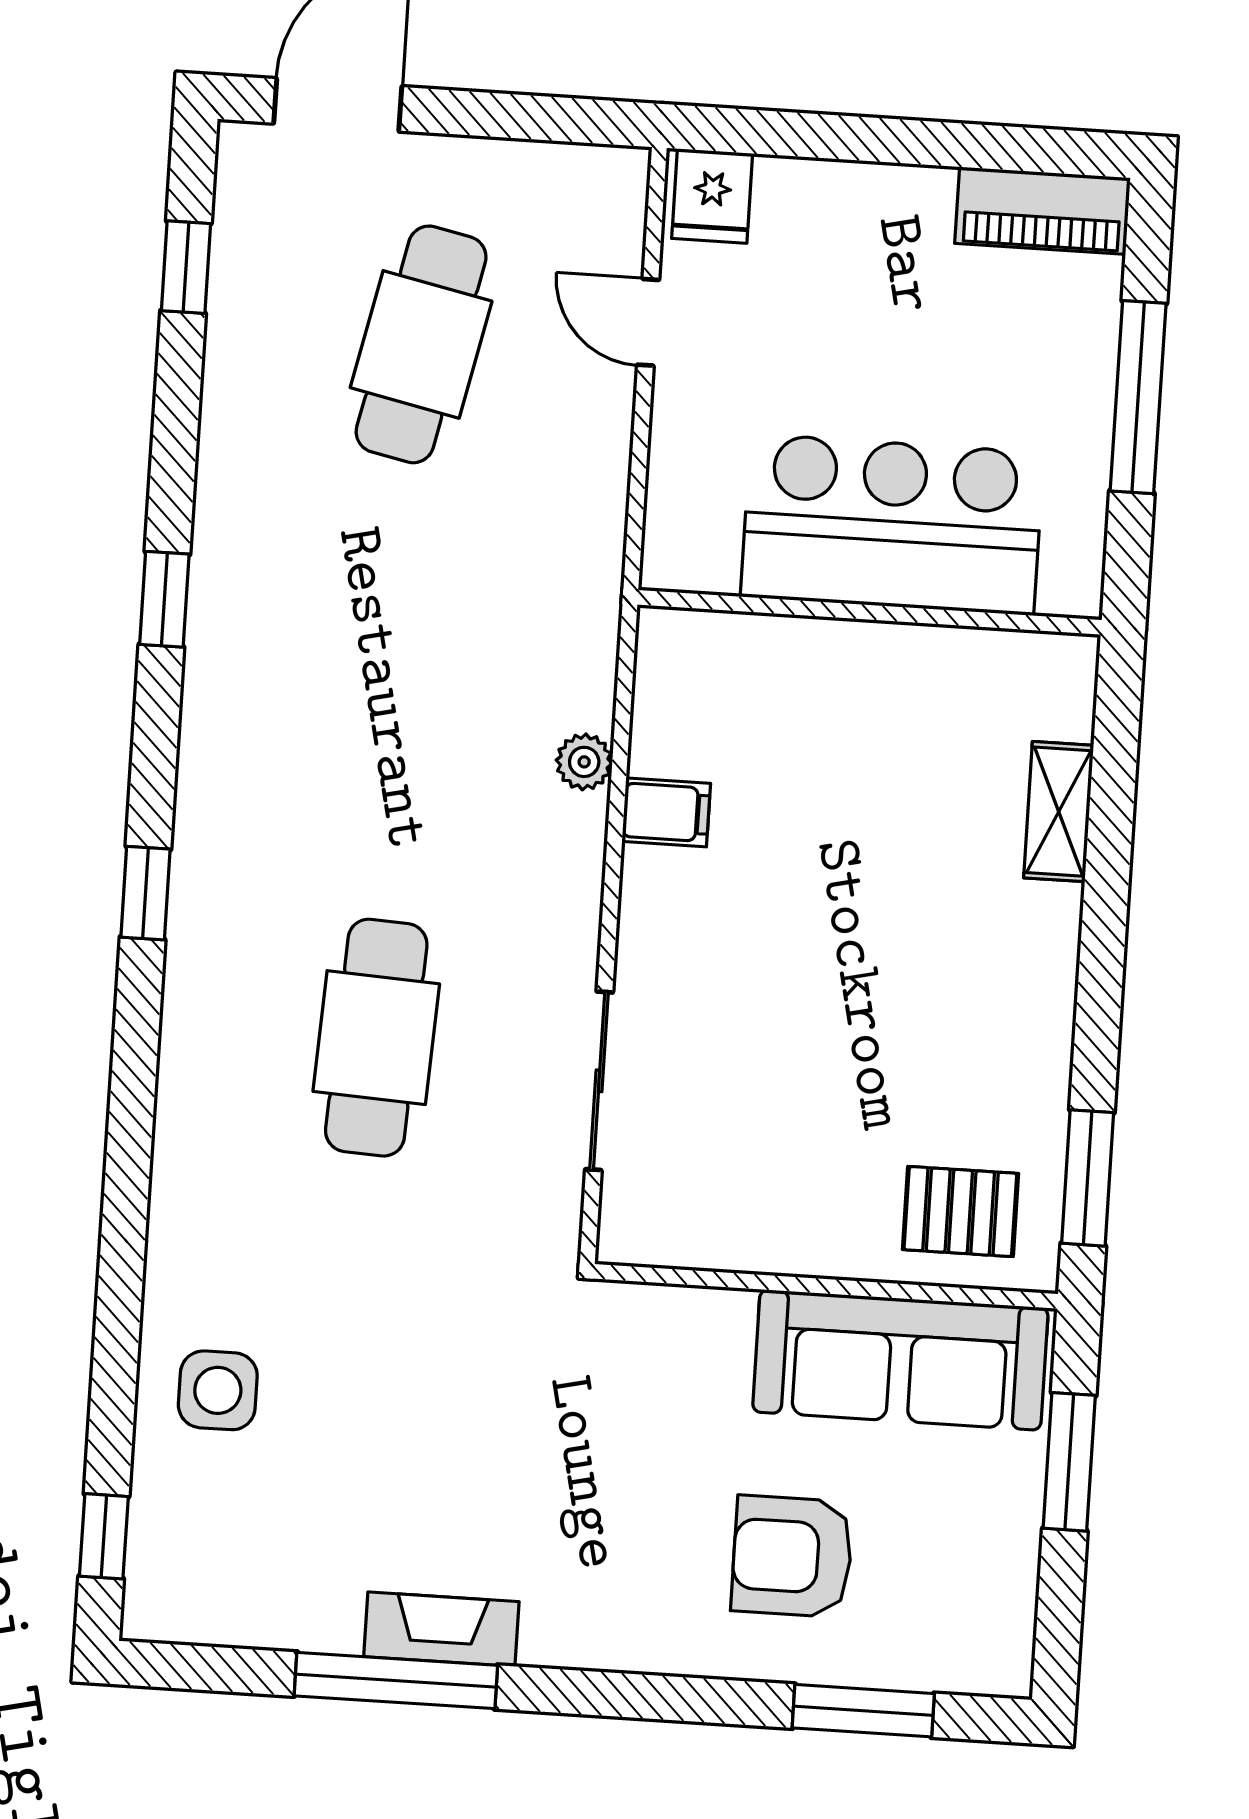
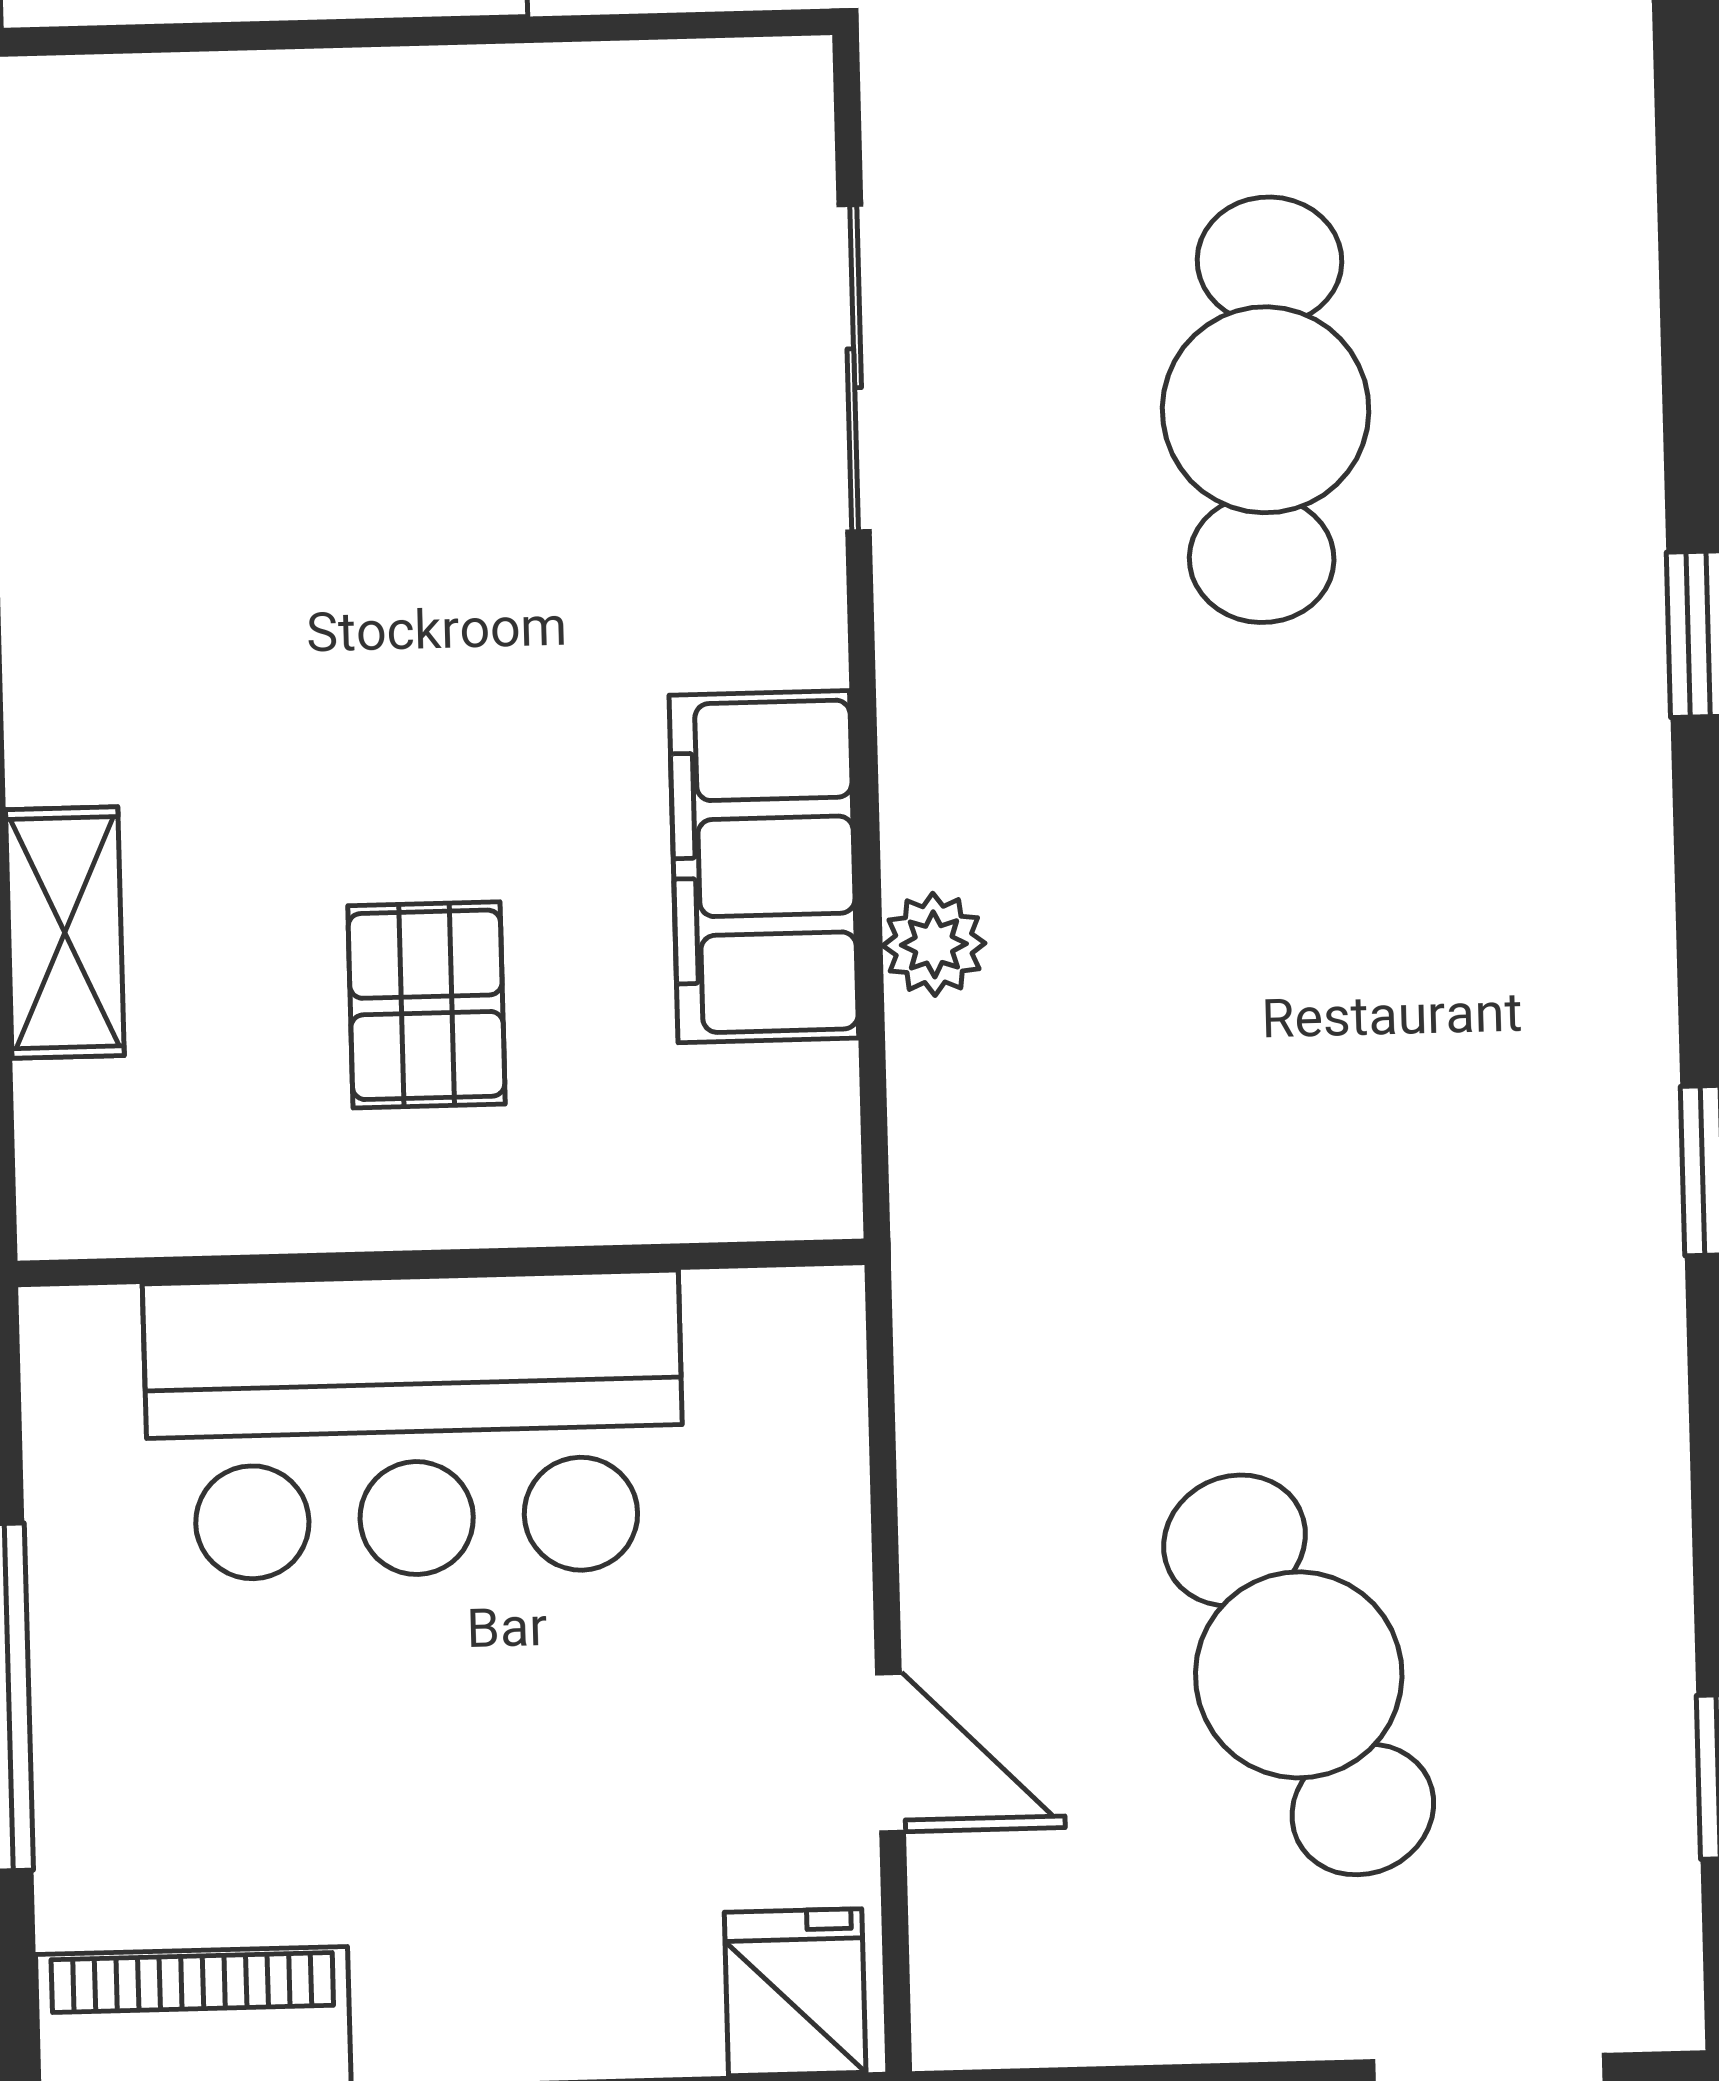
cafe table: (421, 344) -> (1299, 1675), turned -36
filing cabinet: (666, 812) -> (764, 867), width x3.00, depth x1.17
pallet: (960, 1212) -> (427, 1005), moved, turned 90

